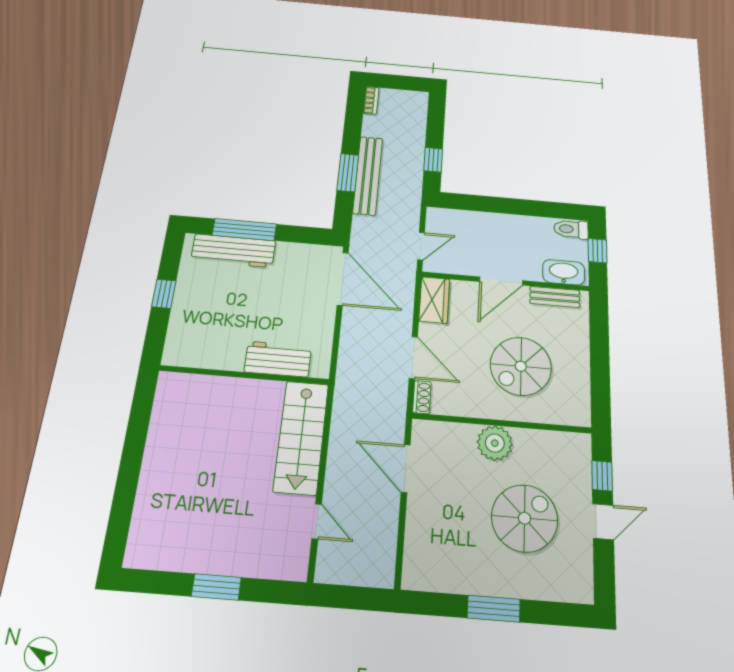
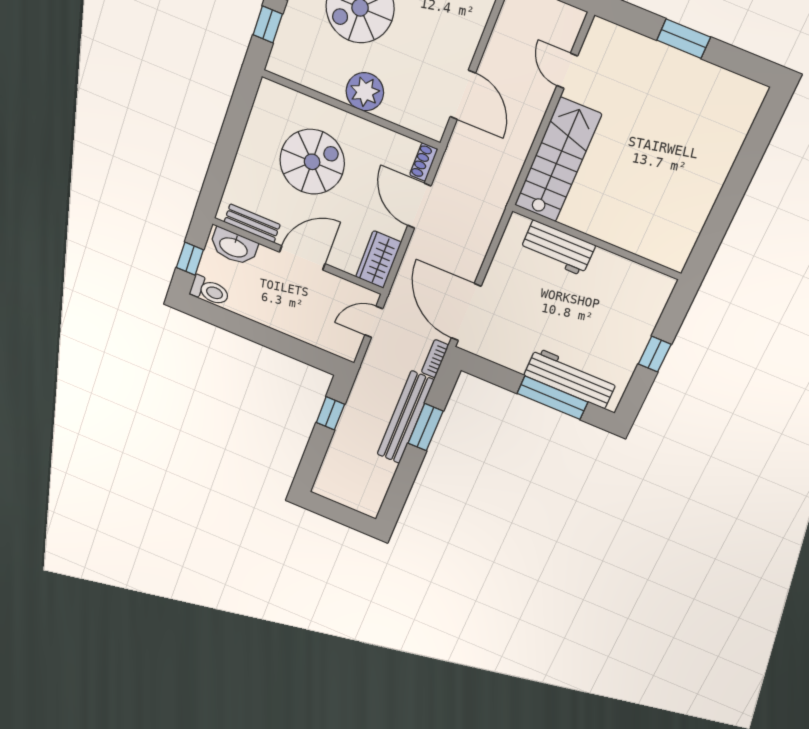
bookcase: (371, 100) -> (435, 359), moved

